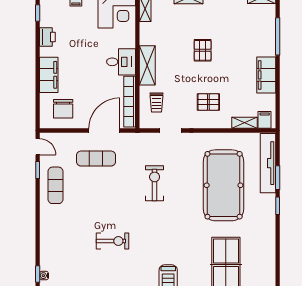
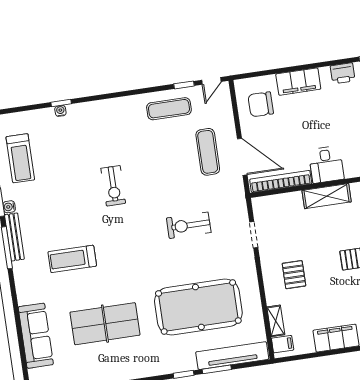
trolley: (156, 102) -> (284, 213), removed
exercise bike: (155, 183) -> (189, 225), turned 180

